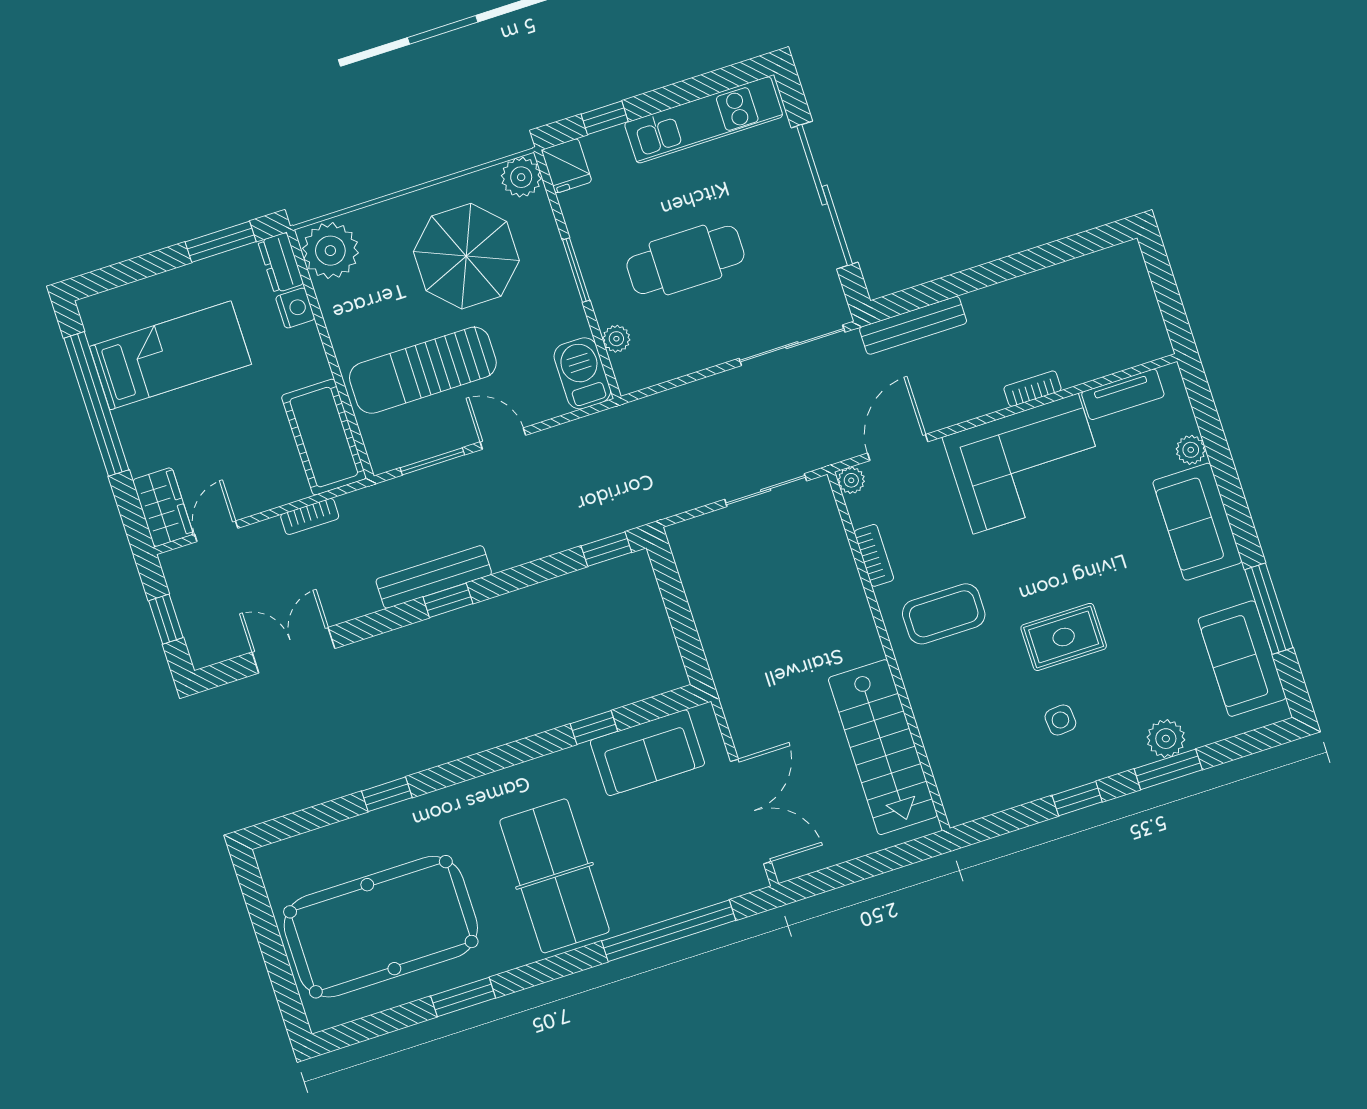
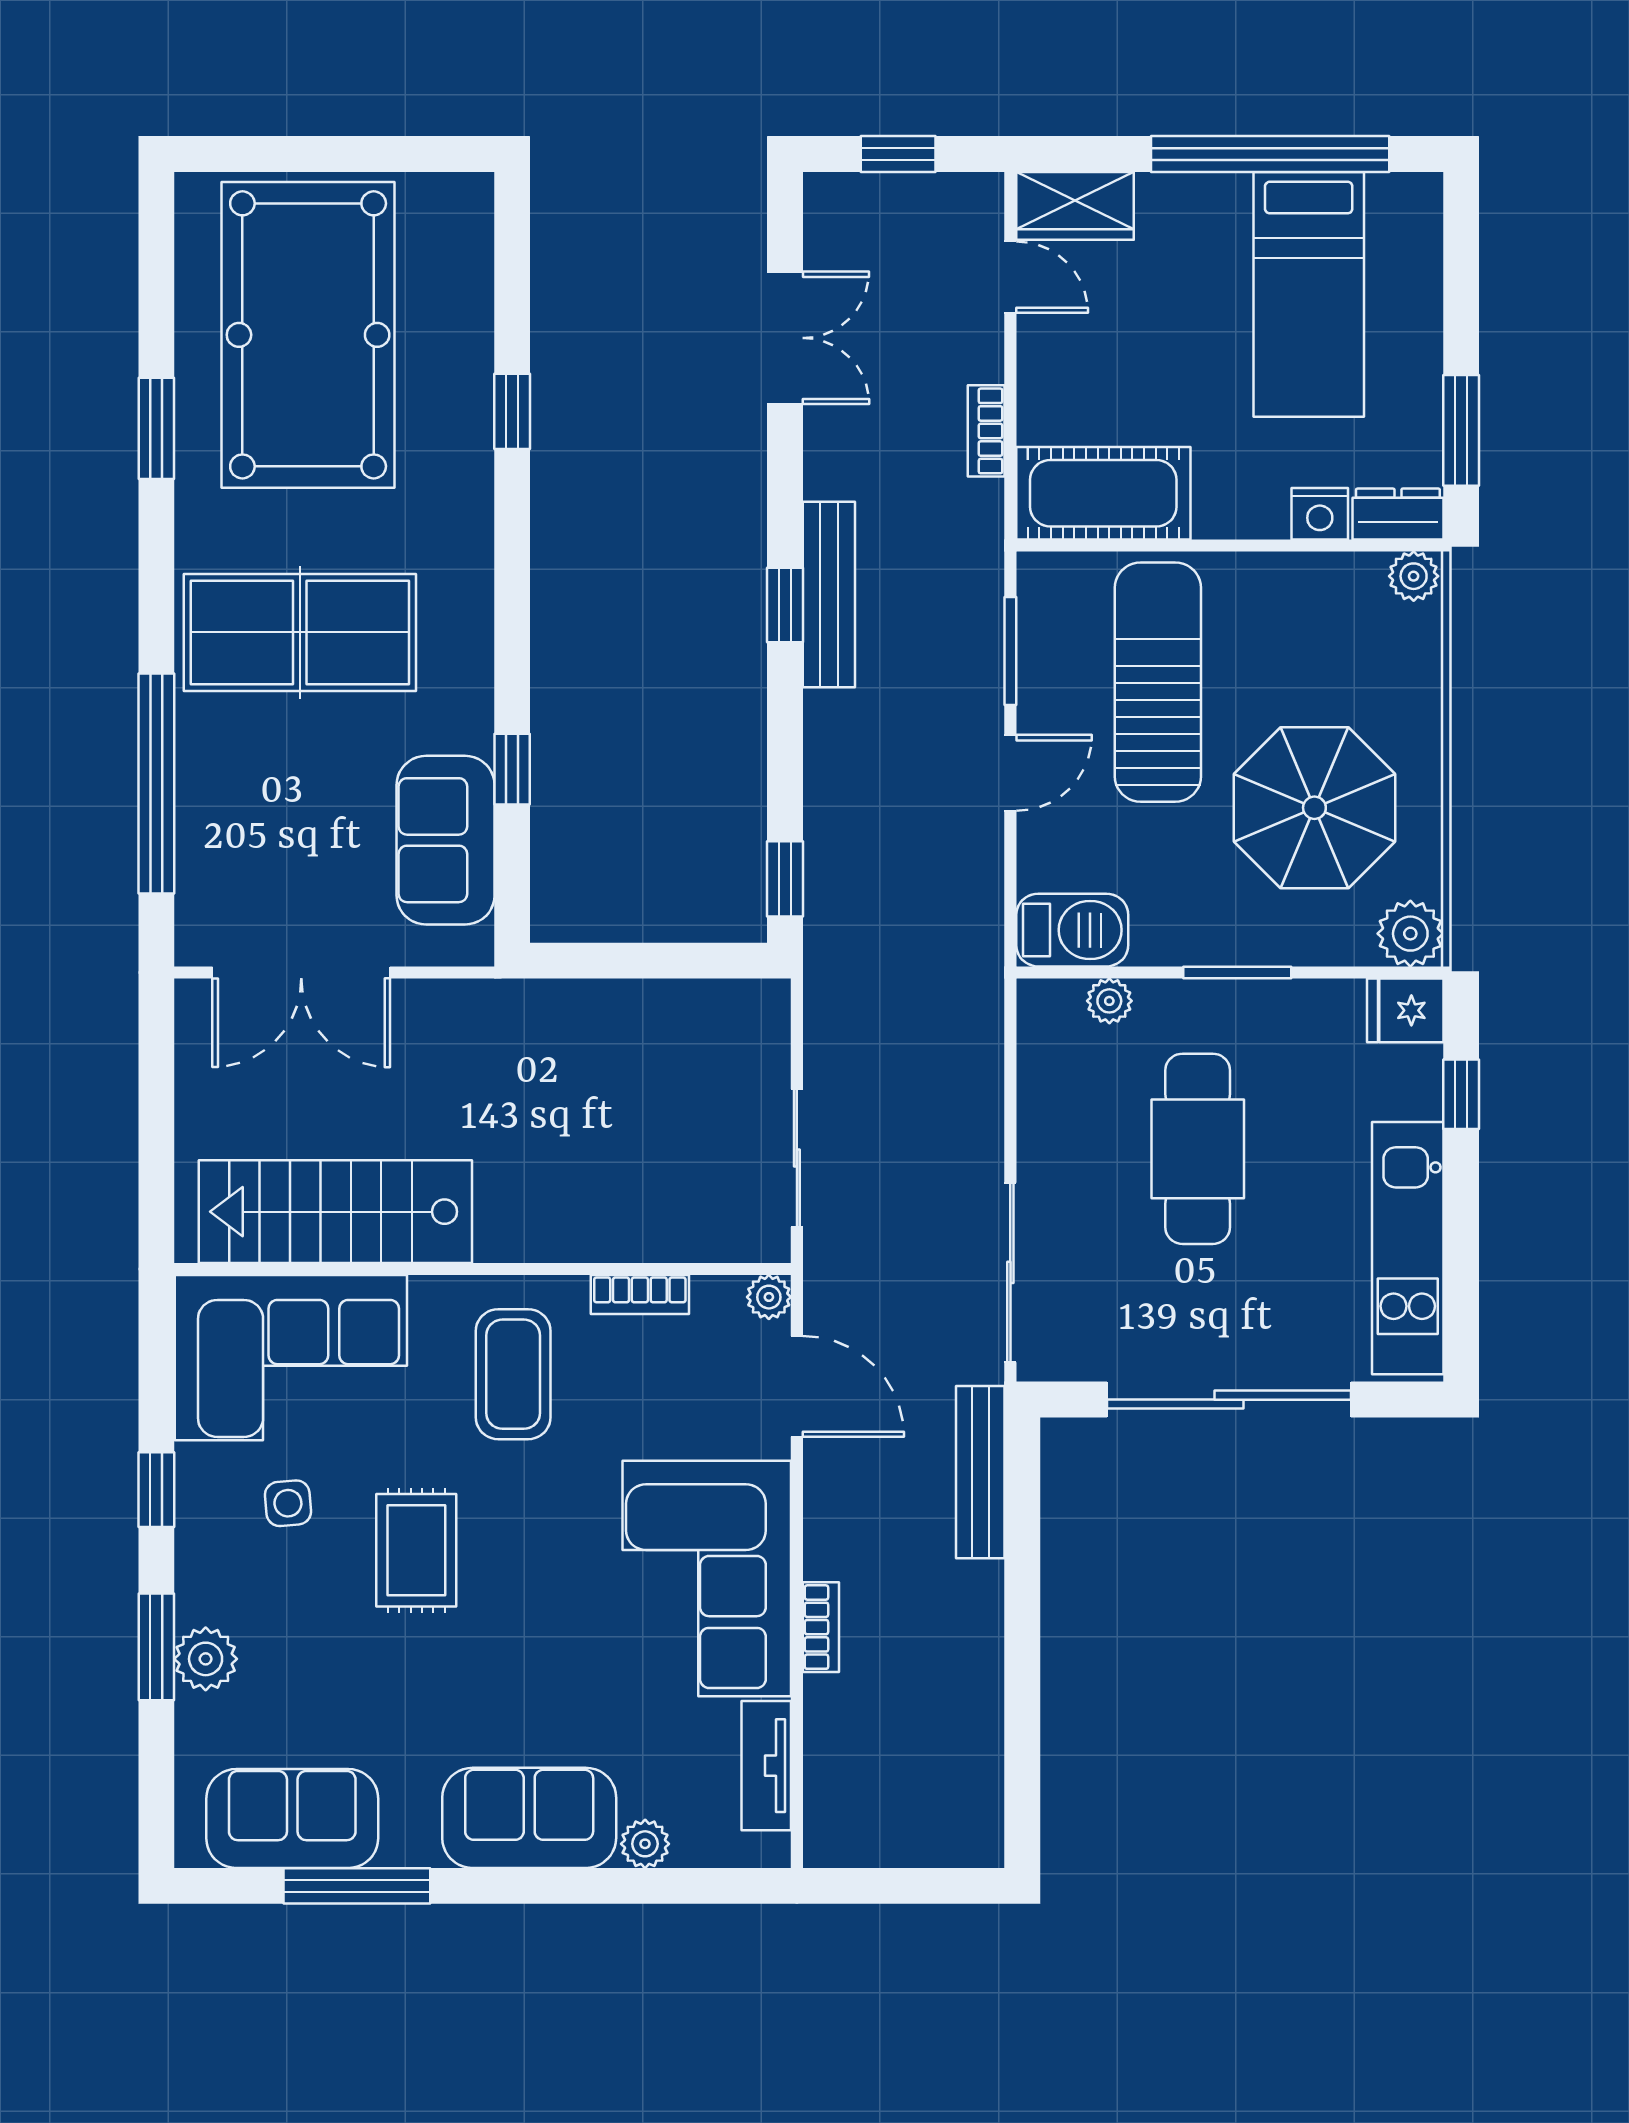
plant: (330, 251) -> (1414, 576), width x0.53, depth x0.53
corner sofa: (976, 746) -> (291, 1358), added

